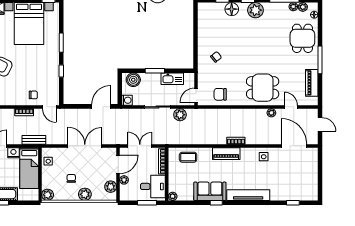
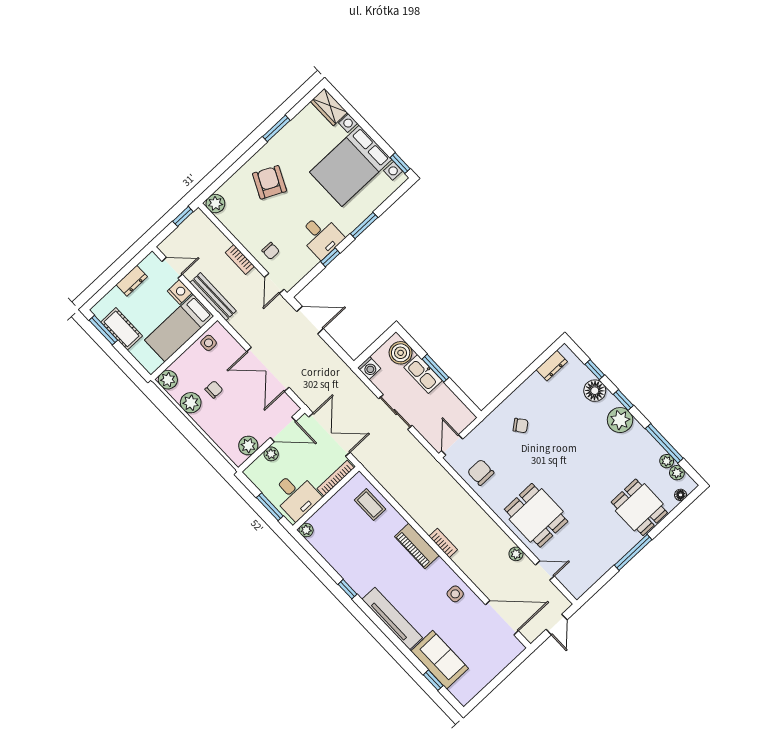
dresser: (202, 18) -> (552, 366), added
dining table: (302, 38) -> (639, 507), turned 90
desk: (48, 66) -> (321, 236), added
kitchen sink: (172, 79) -> (423, 374), moved
piano: (312, 83) -> (597, 568), removed
door: (196, 95) -> (452, 445), hinge flipped
door: (101, 106) -> (310, 320), moved
door: (291, 107) -> (545, 571), hinge flipped
plant: (180, 115) -> (411, 447), removed
bench: (34, 140) -> (213, 297), width x1.36
double door: (85, 146) -> (268, 369), swing flipped
double door: (140, 146) -> (329, 435), width x1.37
door: (294, 146) -> (502, 618), hinge flipped
sofa: (210, 191) -> (440, 660), moved
plant: (85, 194) -> (191, 403), moved

